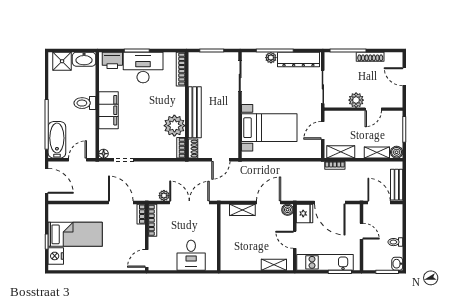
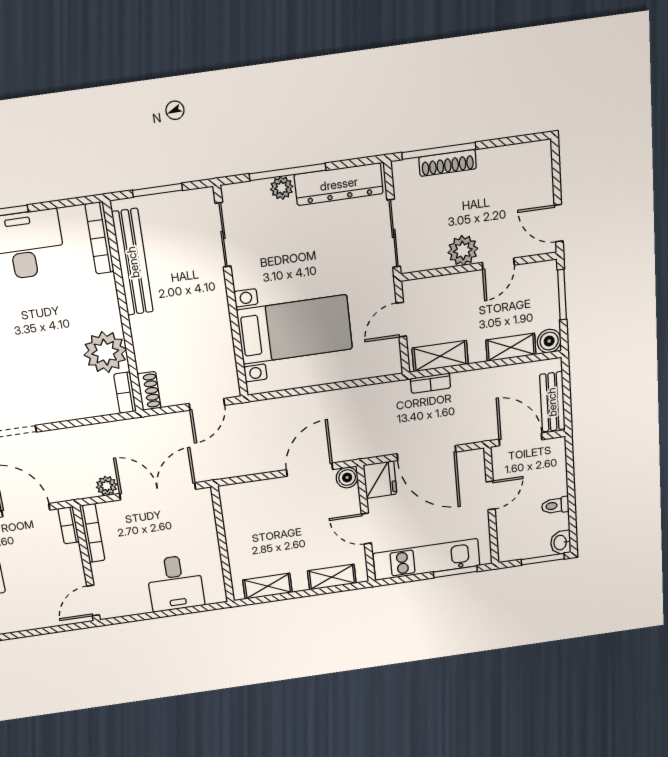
shoe rack: (370, 57) -> (448, 163), moved
door: (404, 77) -> (559, 223), moved
bench: (195, 112) -> (133, 262), moved
shelving: (242, 210) -> (267, 586), moved
door: (362, 231) -> (491, 495), hinge flipped

